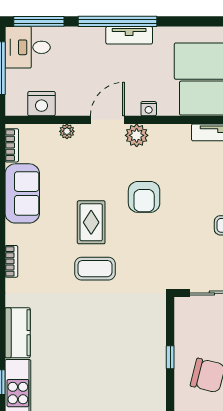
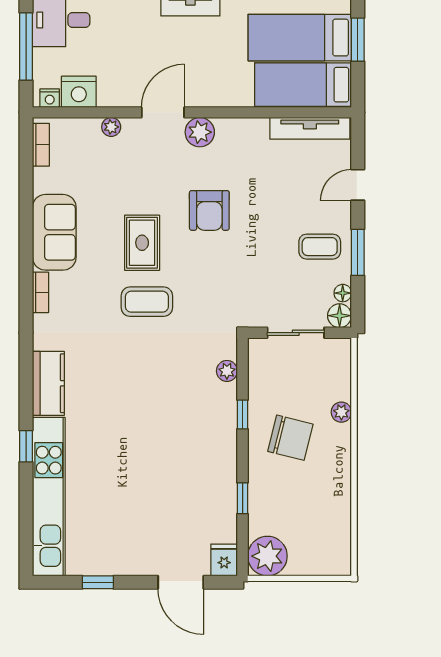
nightstand: (149, 109) -> (50, 98), moved
sofa: (22, 193) -> (54, 232), moved
plant: (158, 323) -> (227, 371), added

